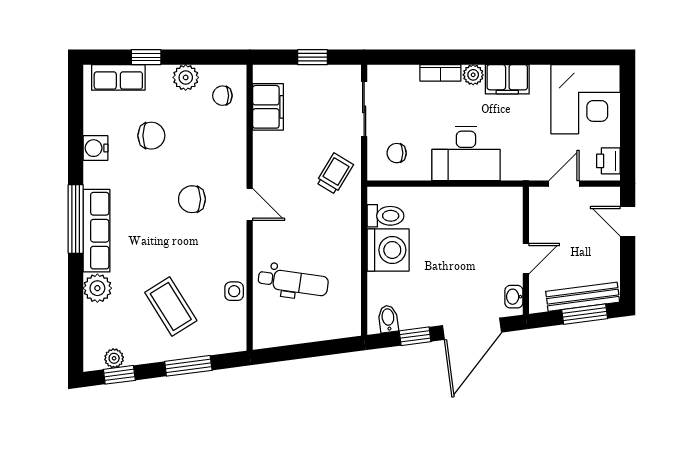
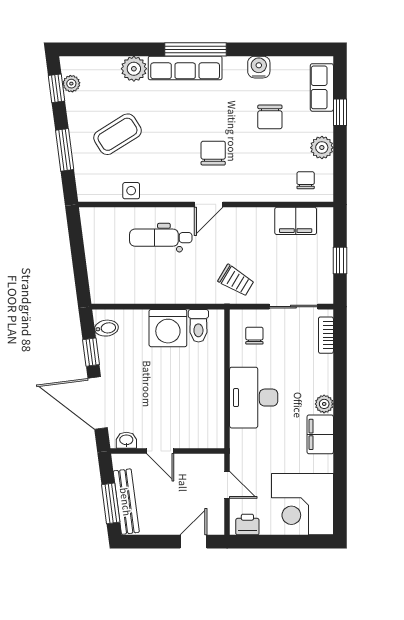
bookcase: (440, 73) -> (326, 335), moved
dental chair: (293, 282) -> (161, 238), moved, turned 82

